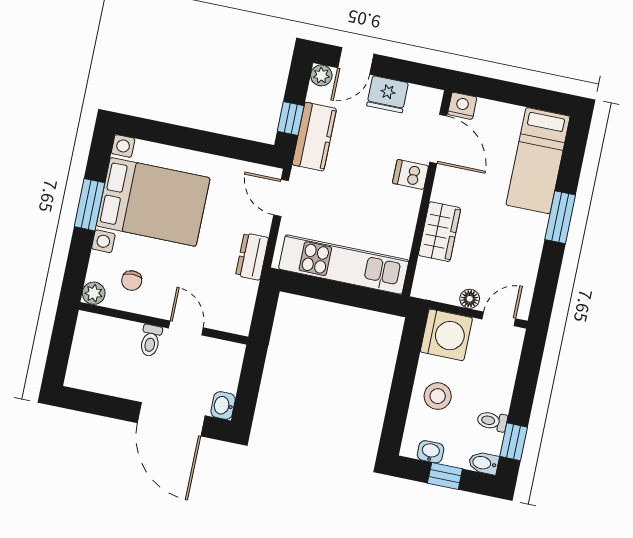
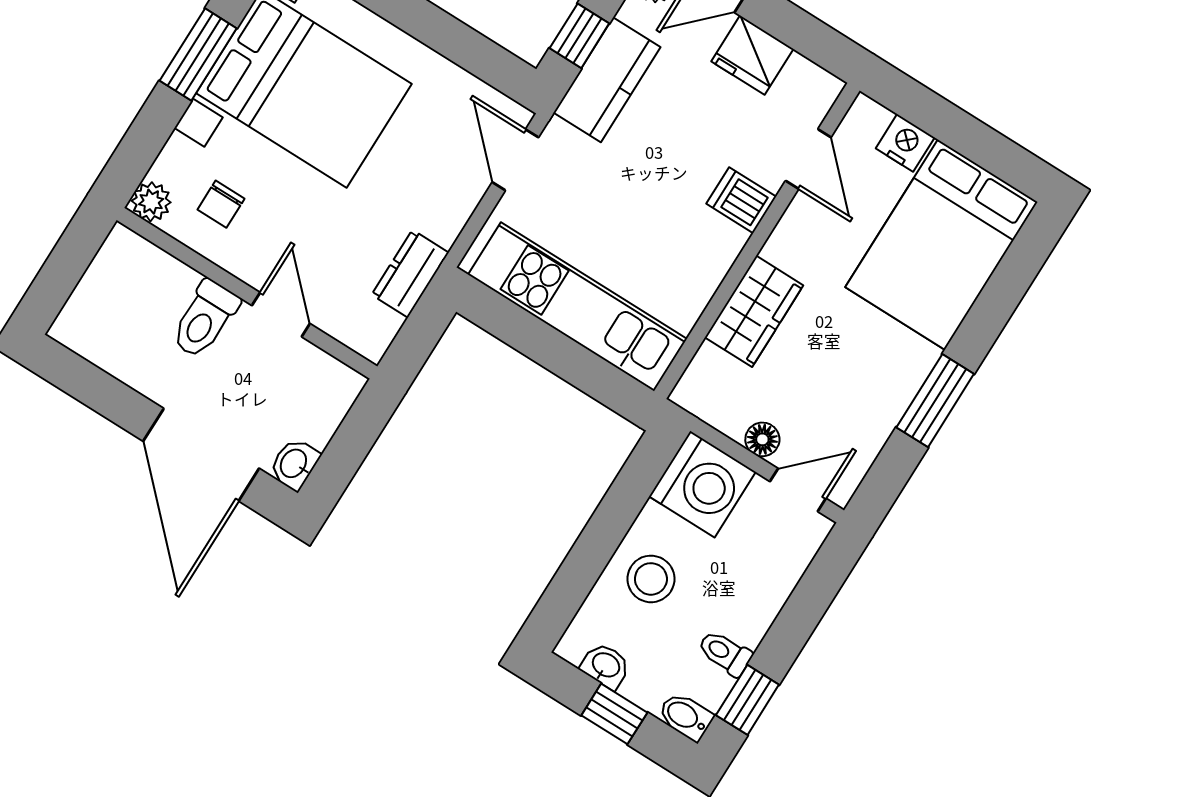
nightstand: (462, 106) -> (905, 143), moved
door: (438, 139) -> (808, 159), width x0.73
bed: (538, 161) -> (941, 245), width x1.50
window: (560, 217) -> (935, 401), moved
dresser: (252, 257) -> (410, 274), moved
toilet: (151, 341) -> (205, 319), width x1.37, depth x1.39

